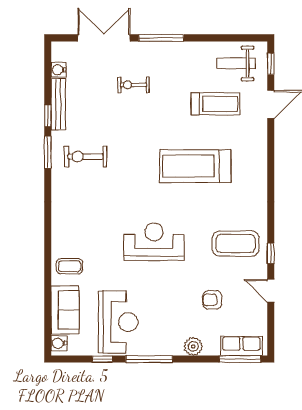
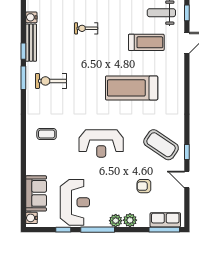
reception desk: (154, 242) -> (101, 143), turned 180
coffee table: (236, 244) -> (161, 145), turned 34
coffee table: (70, 266) -> (47, 134), moved
plant: (174, 347) -> (116, 221), added

